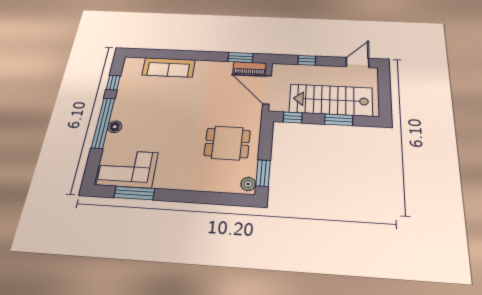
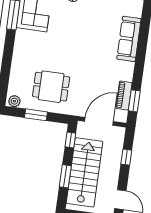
piano: (250, 68) -> (124, 95), moved
dining table: (227, 143) -> (51, 87), turned 90
window: (263, 173) -> (36, 115), moved

